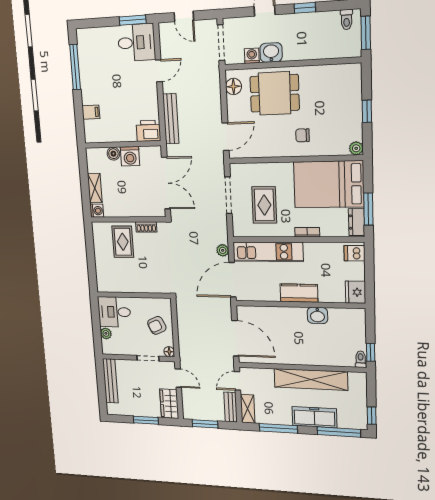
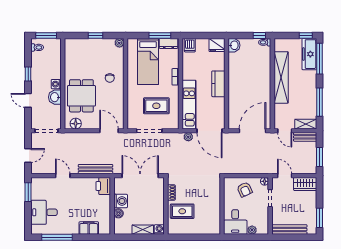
desk: (136, 43) -> (44, 212), moved, turned -90
washing machine: (252, 56) -> (56, 84), moved
filing cabinet: (91, 112) -> (89, 228), width x2.00
bed: (329, 184) -> (148, 61), width x0.67
washbasin: (317, 315) -> (234, 45), moved
door: (178, 378) -> (285, 176), hinge flipped
freezer: (314, 417) -> (309, 54), moved
window: (146, 420) -> (319, 218), moved

